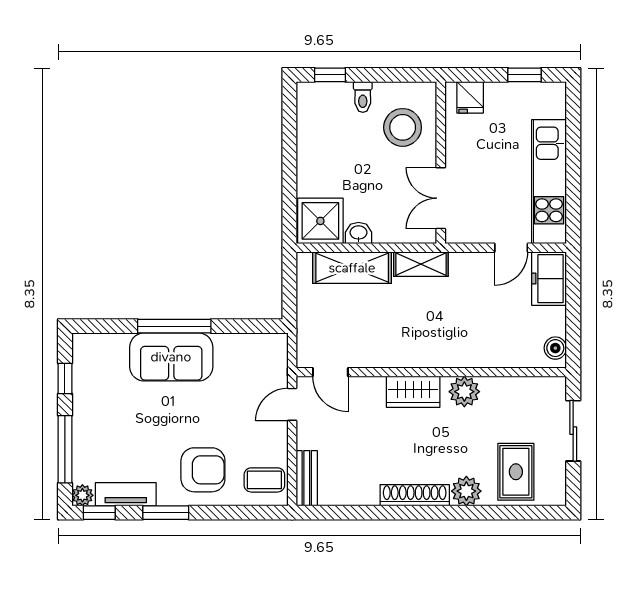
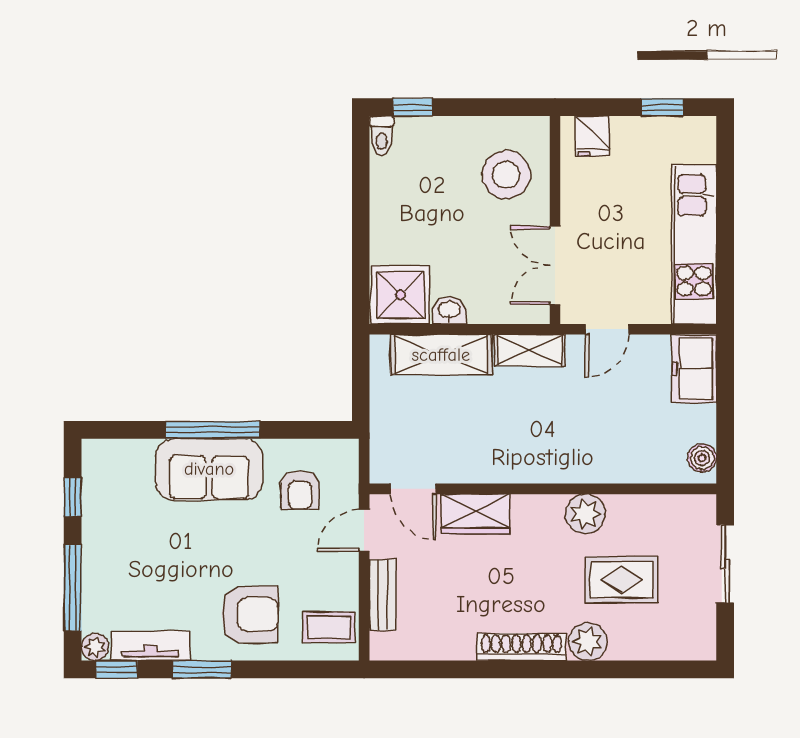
toilet: (363, 97) -> (382, 136), moved
door: (511, 248) -> (607, 329), moved
armchair: (242, 373) -> (300, 490), added
wardrobe: (413, 392) -> (475, 514), moved
rug: (516, 472) -> (622, 580), moved, turned 90
bench: (307, 478) -> (383, 595), moved

